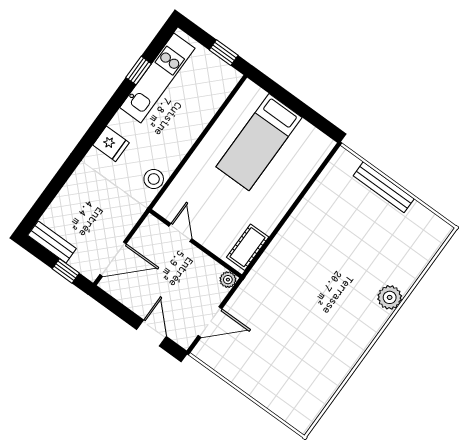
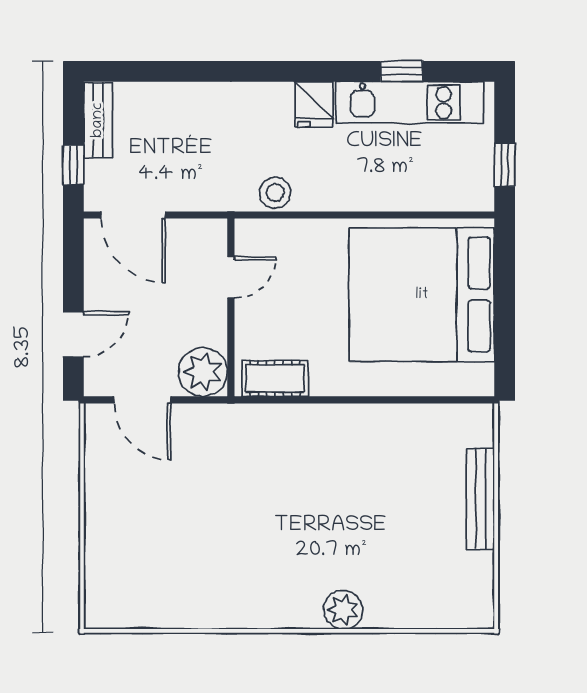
bed: (259, 142) -> (422, 295), width x2.04
fridge: (111, 144) -> (314, 104), moved
plant: (228, 280) -> (203, 372), width x1.87, depth x1.87

